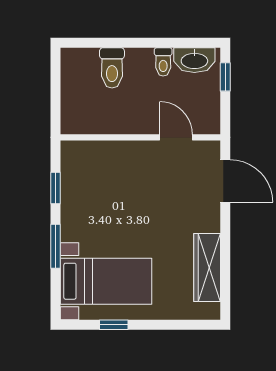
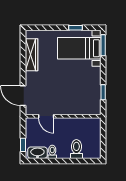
window: (55, 246) -> (103, 45), moved

